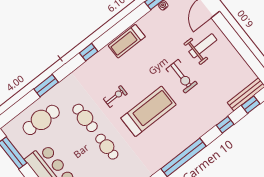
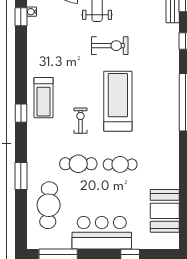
treadmill: (127, 41) -> (44, 98), moved

